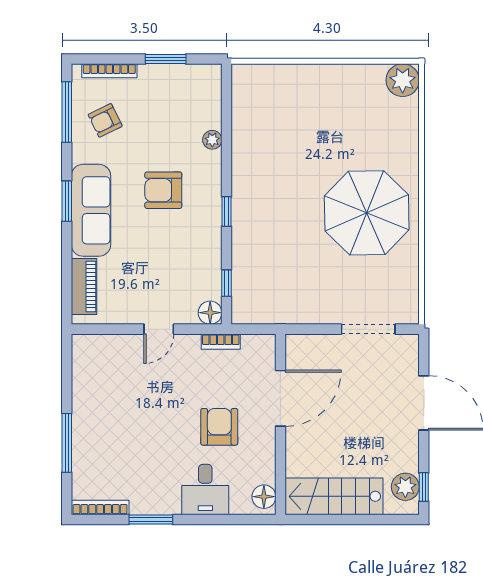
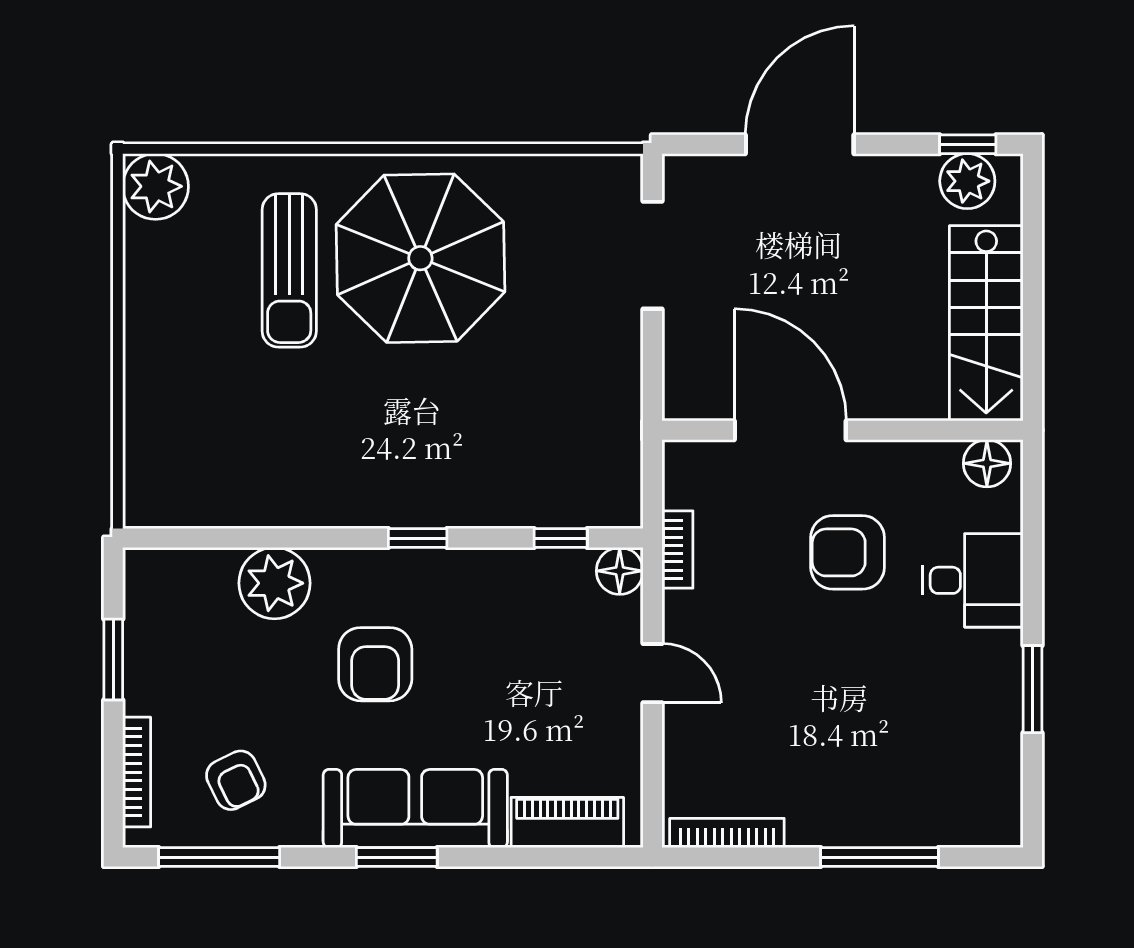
plant: (212, 140) -> (274, 583), width x1.88, depth x1.88
sun lounger: (361, 147) -> (289, 270), added
bookcase: (100, 507) -> (727, 833), moved, turned 90

